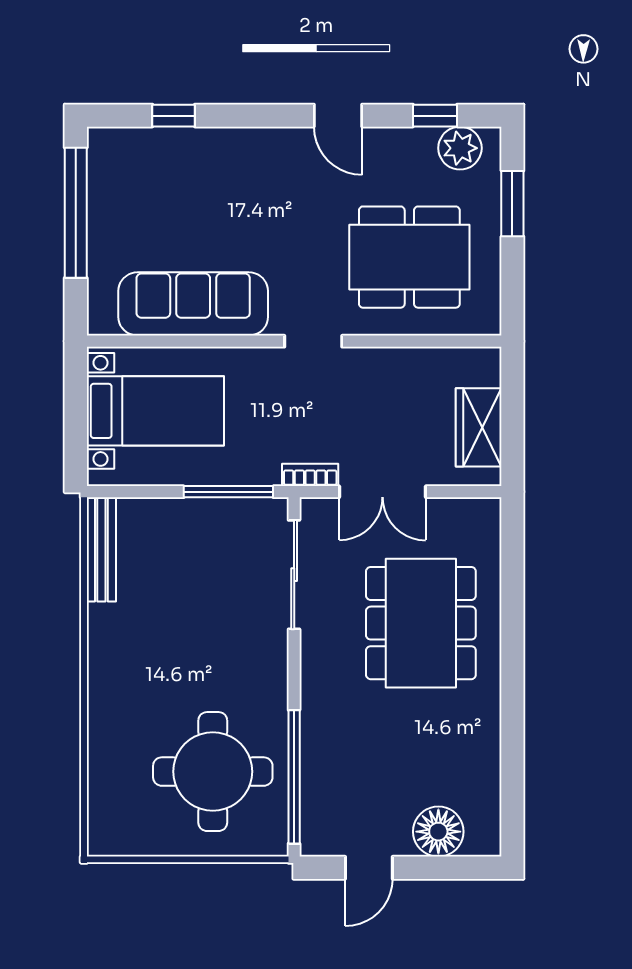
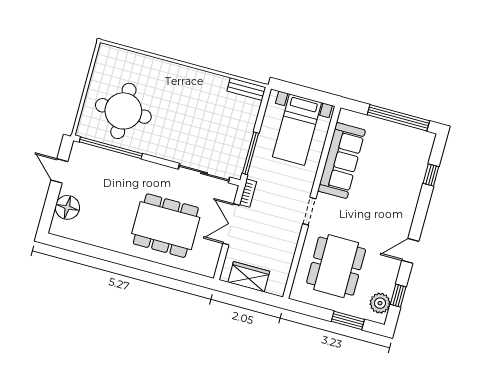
bench: (101, 549) -> (246, 89), width x0.73

